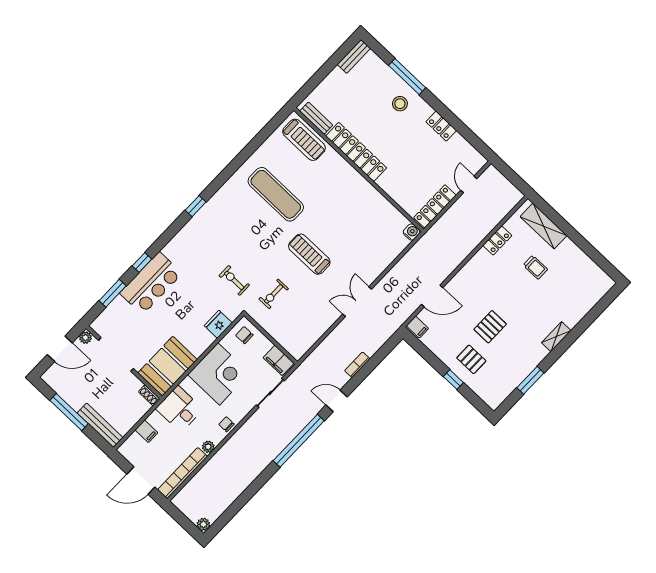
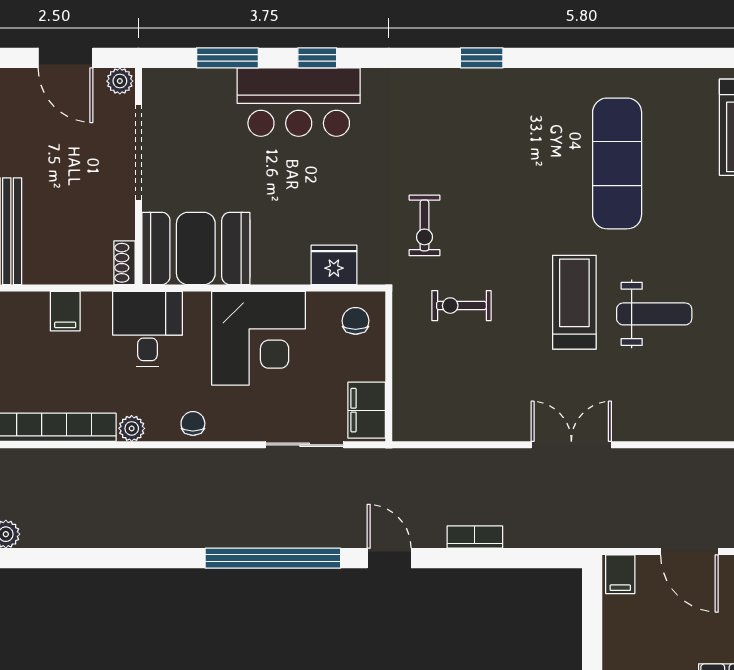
weight bench: (339, 231) -> (654, 314), added
exercise bike: (234, 280) -> (424, 225), turned 180

